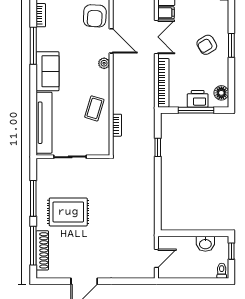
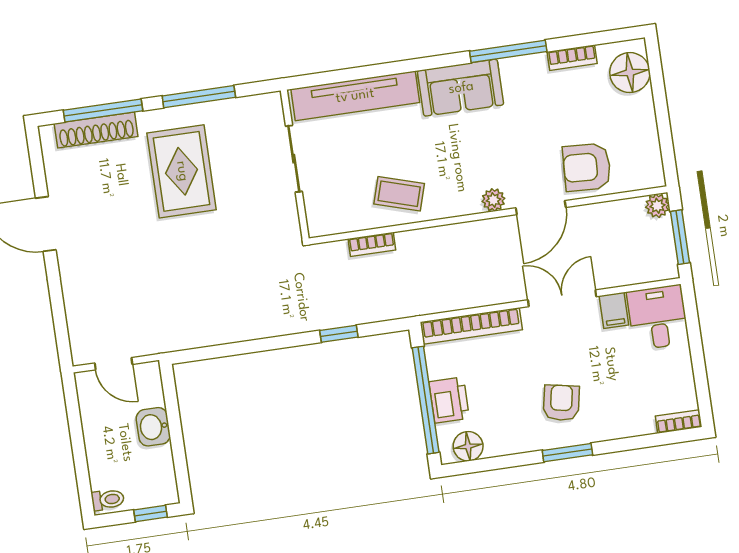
double door: (156, 37) -> (562, 298), swing flipped
armchair: (207, 45) -> (561, 403), turned 42
window: (196, 110) -> (426, 400), width x1.46
washbasin: (205, 244) -> (153, 427), moved

